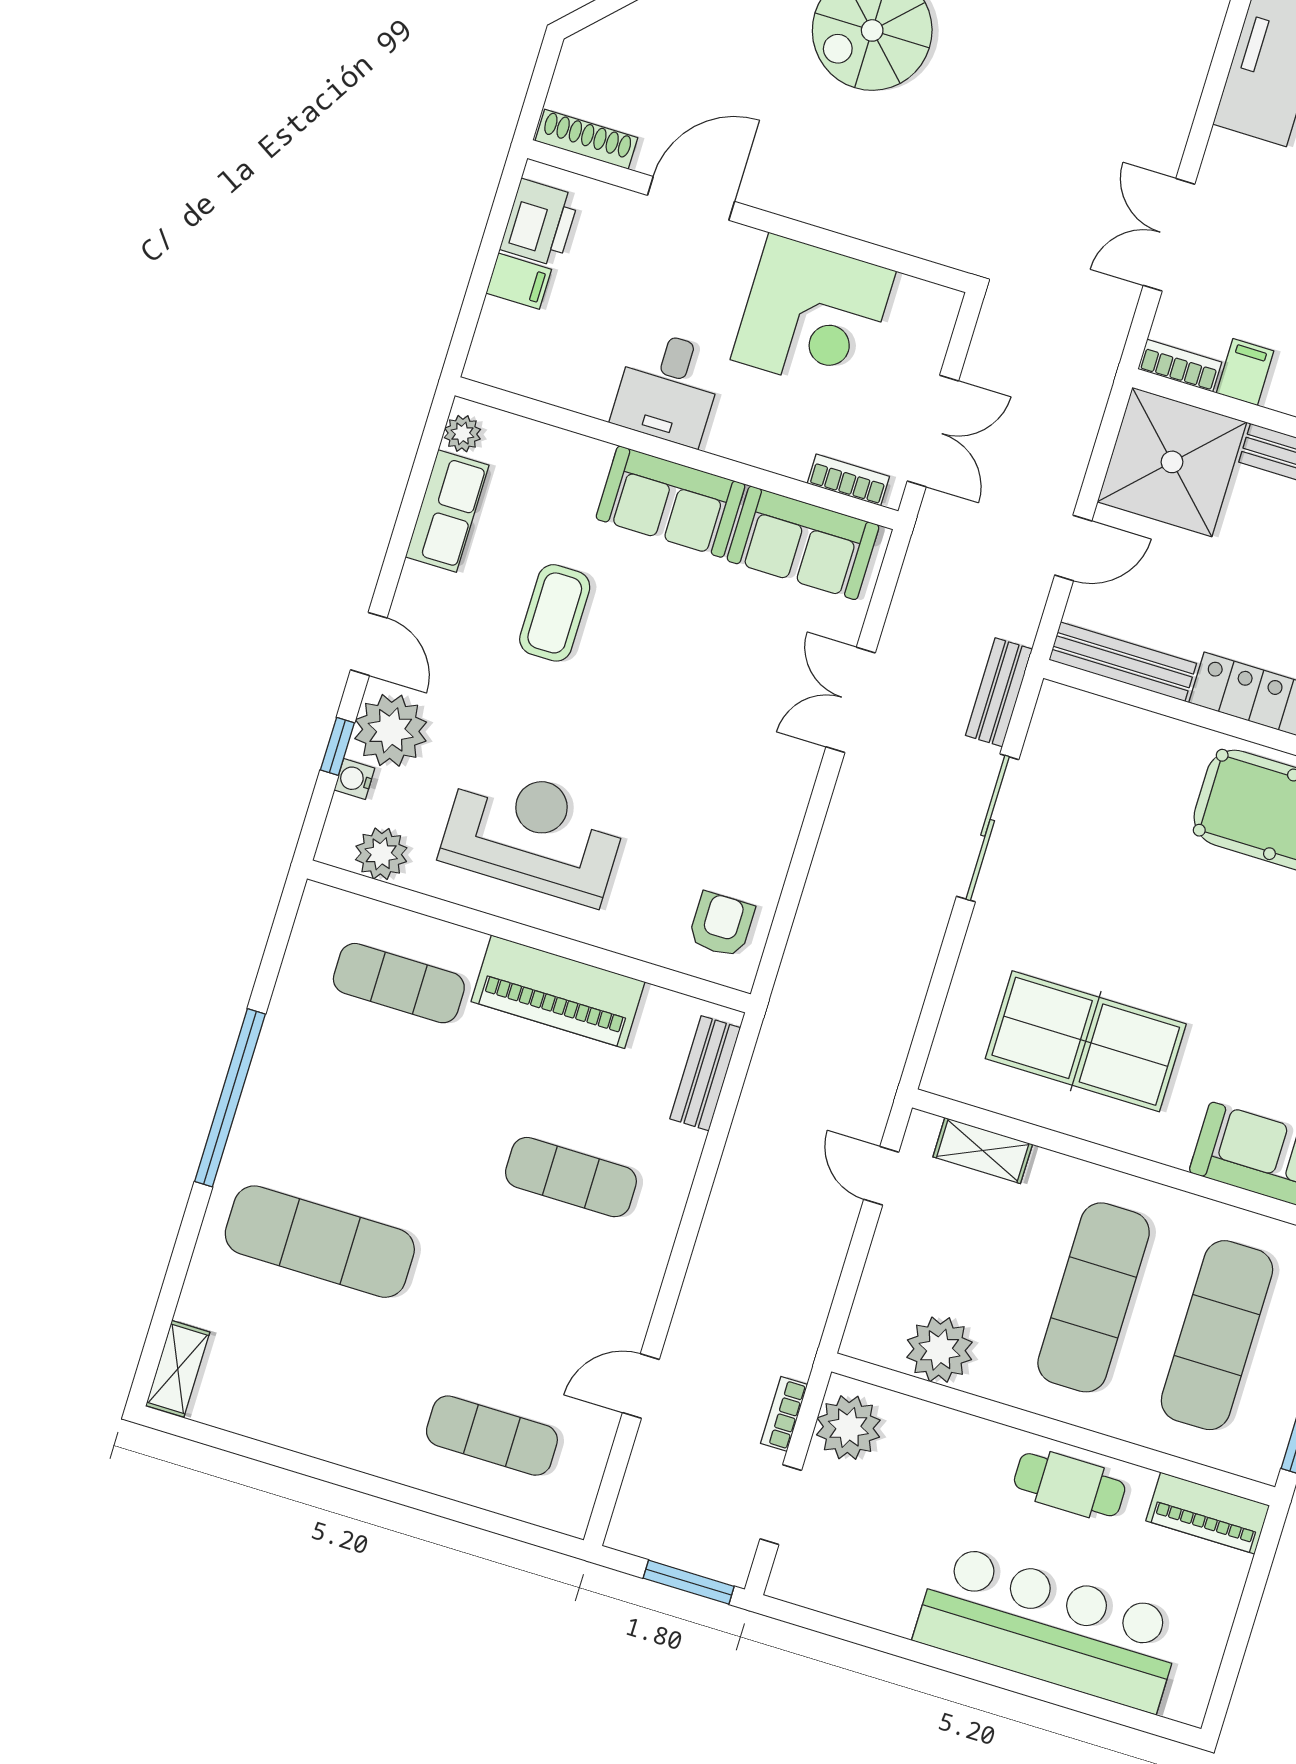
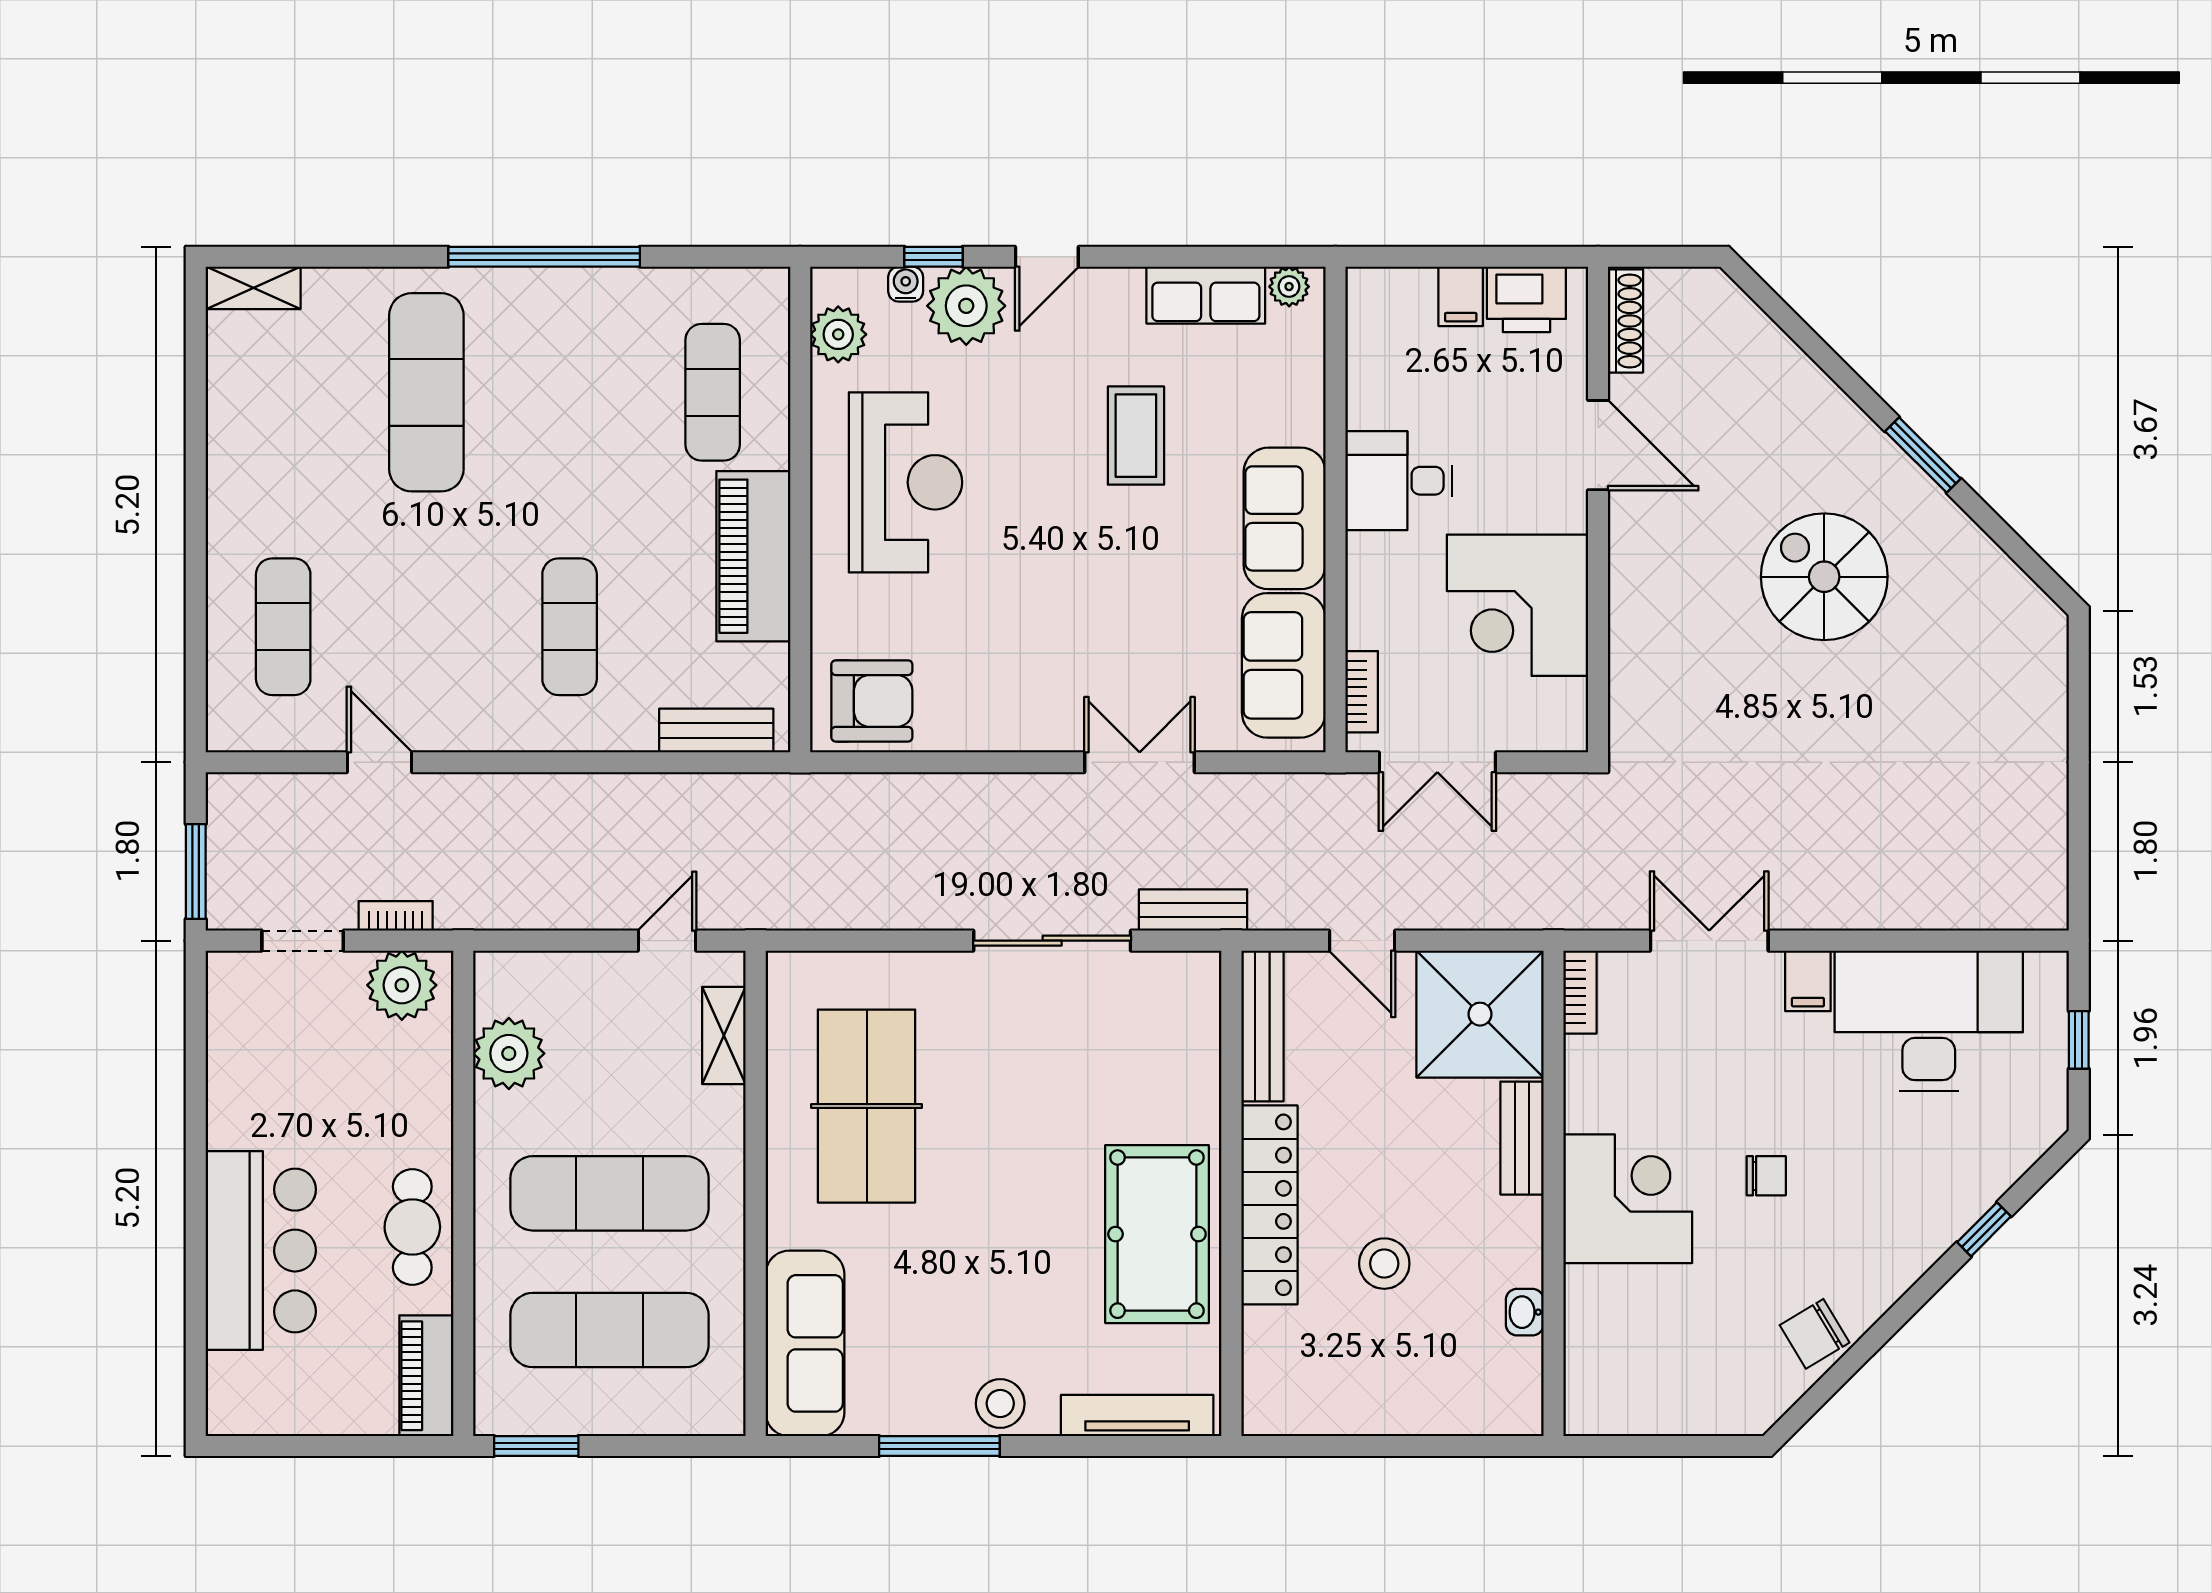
filing cabinet: (1245, 372) -> (1808, 981), moved, turned 90
coffee table: (555, 613) -> (1136, 436), turned 90
armchair: (721, 925) -> (872, 701), width x1.38, depth x1.38
bar counter: (1049, 1628) -> (261, 1251), width x0.73

